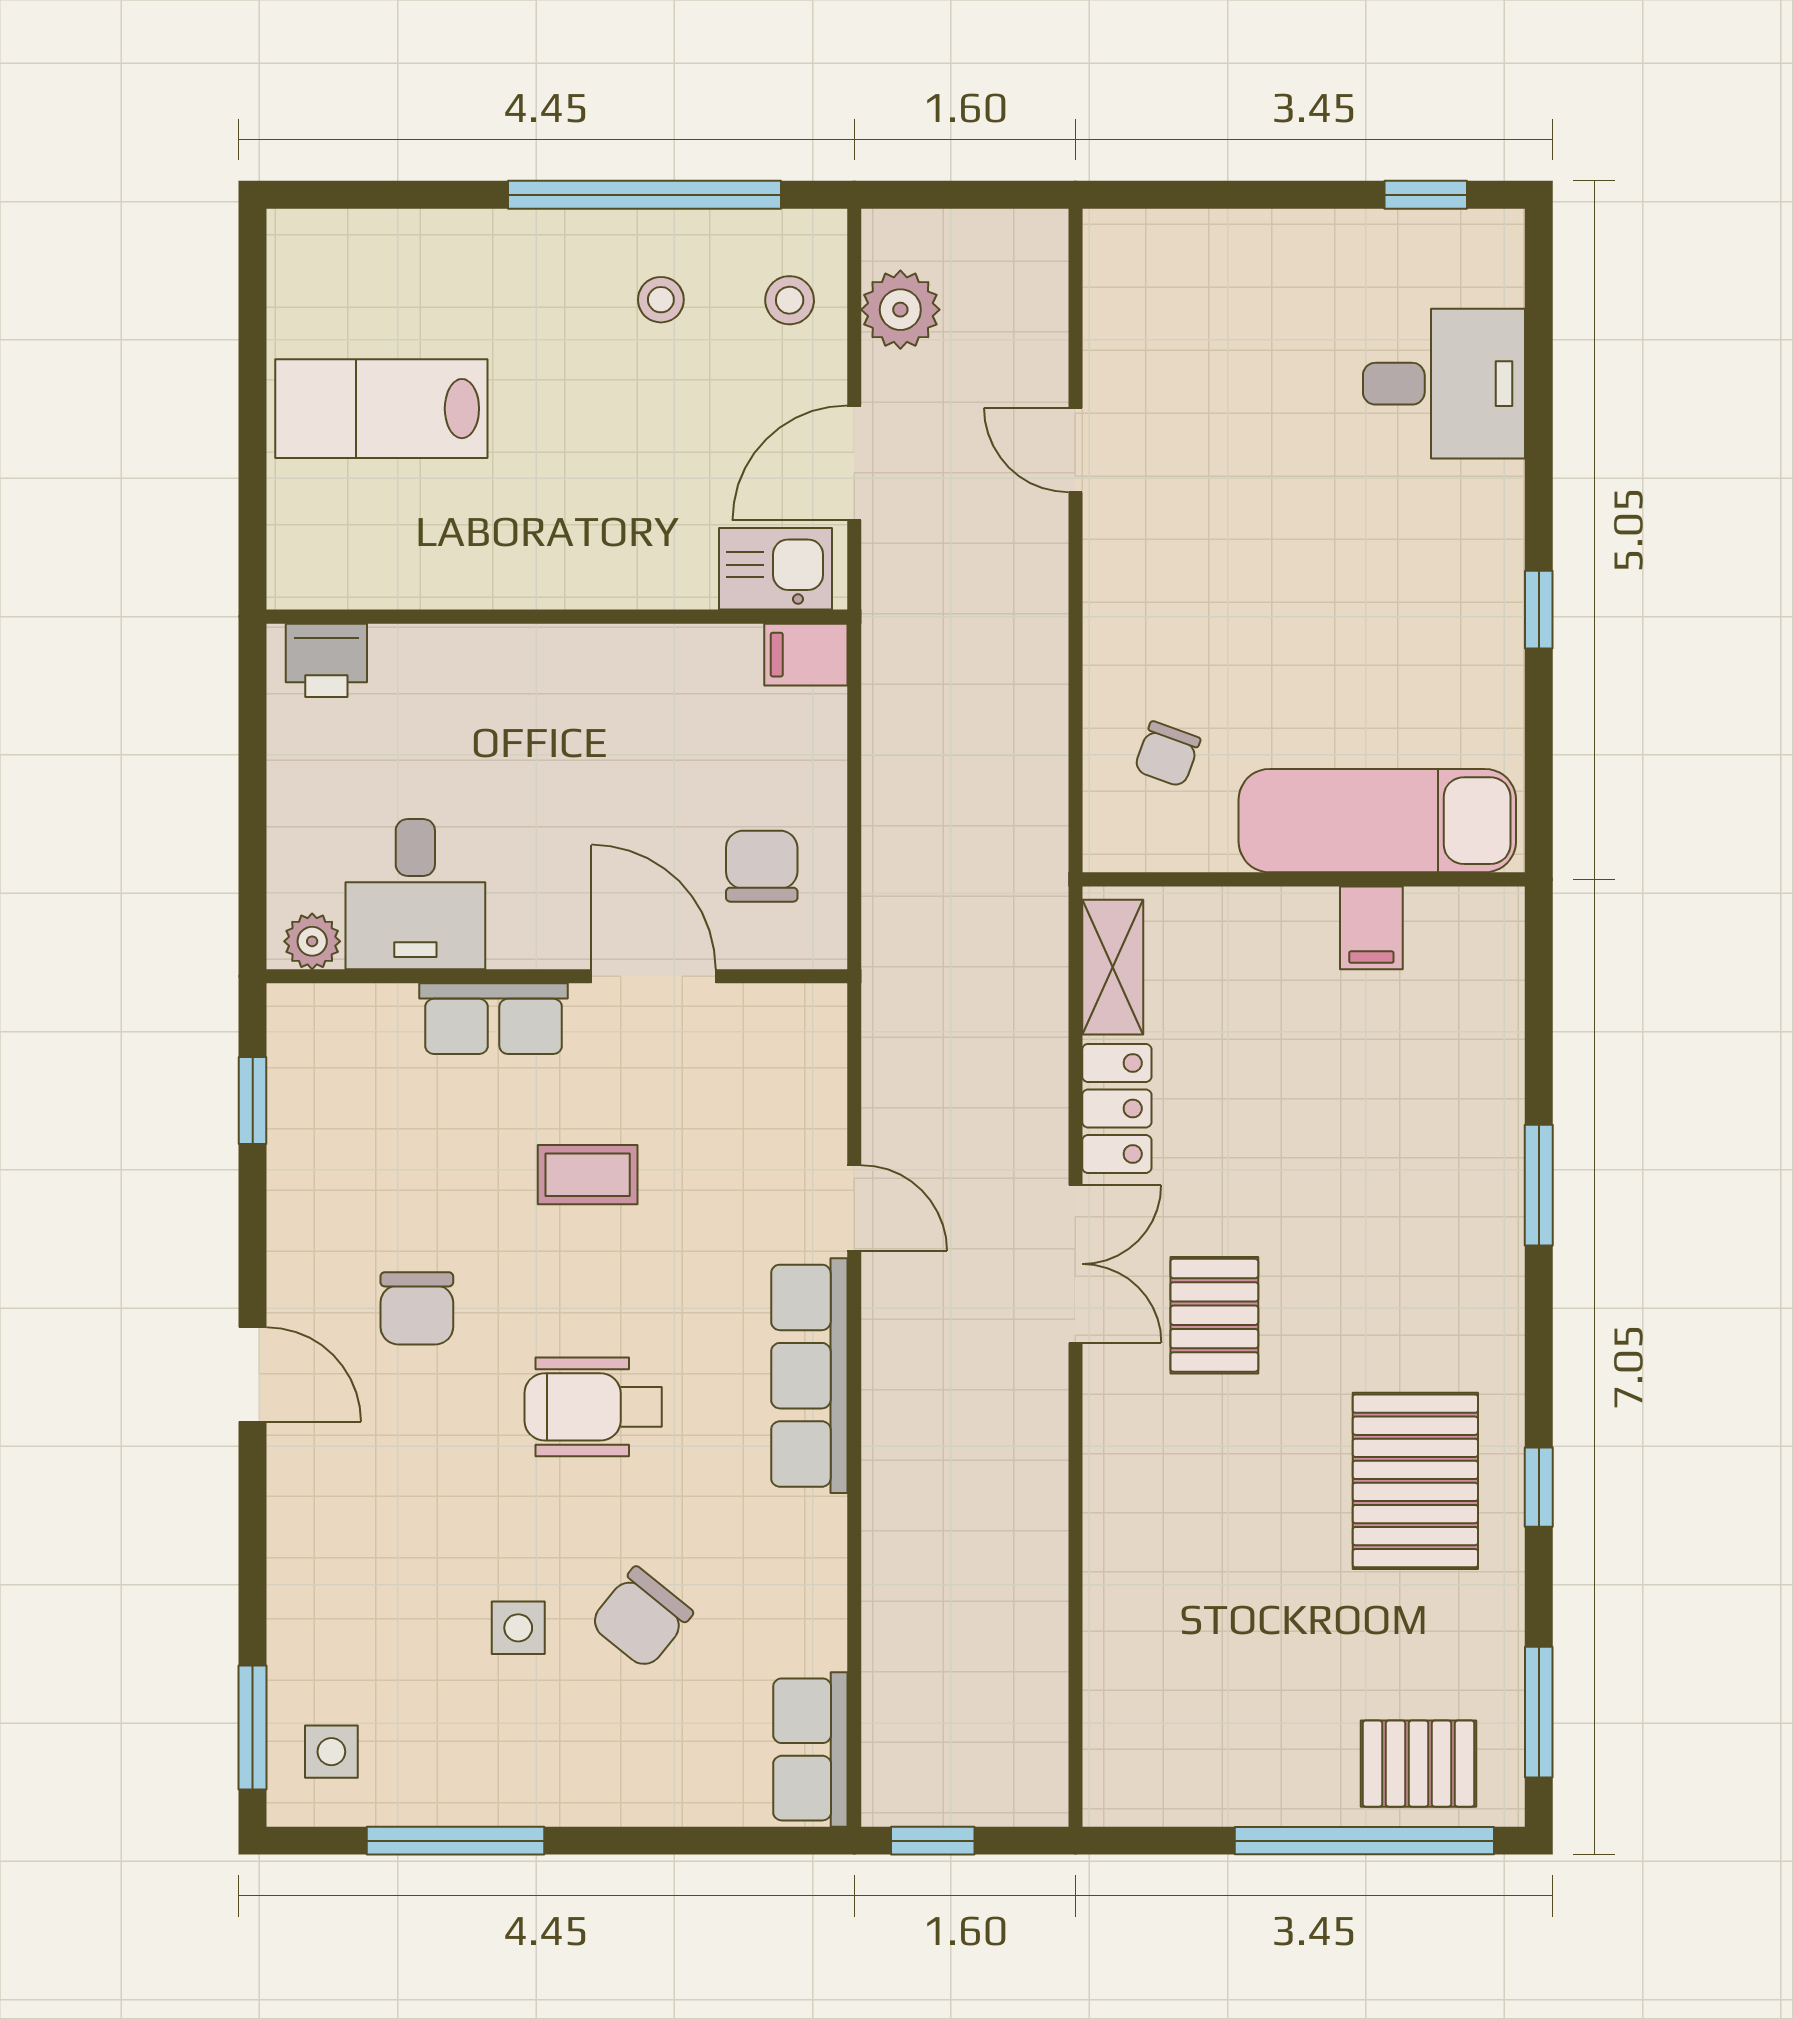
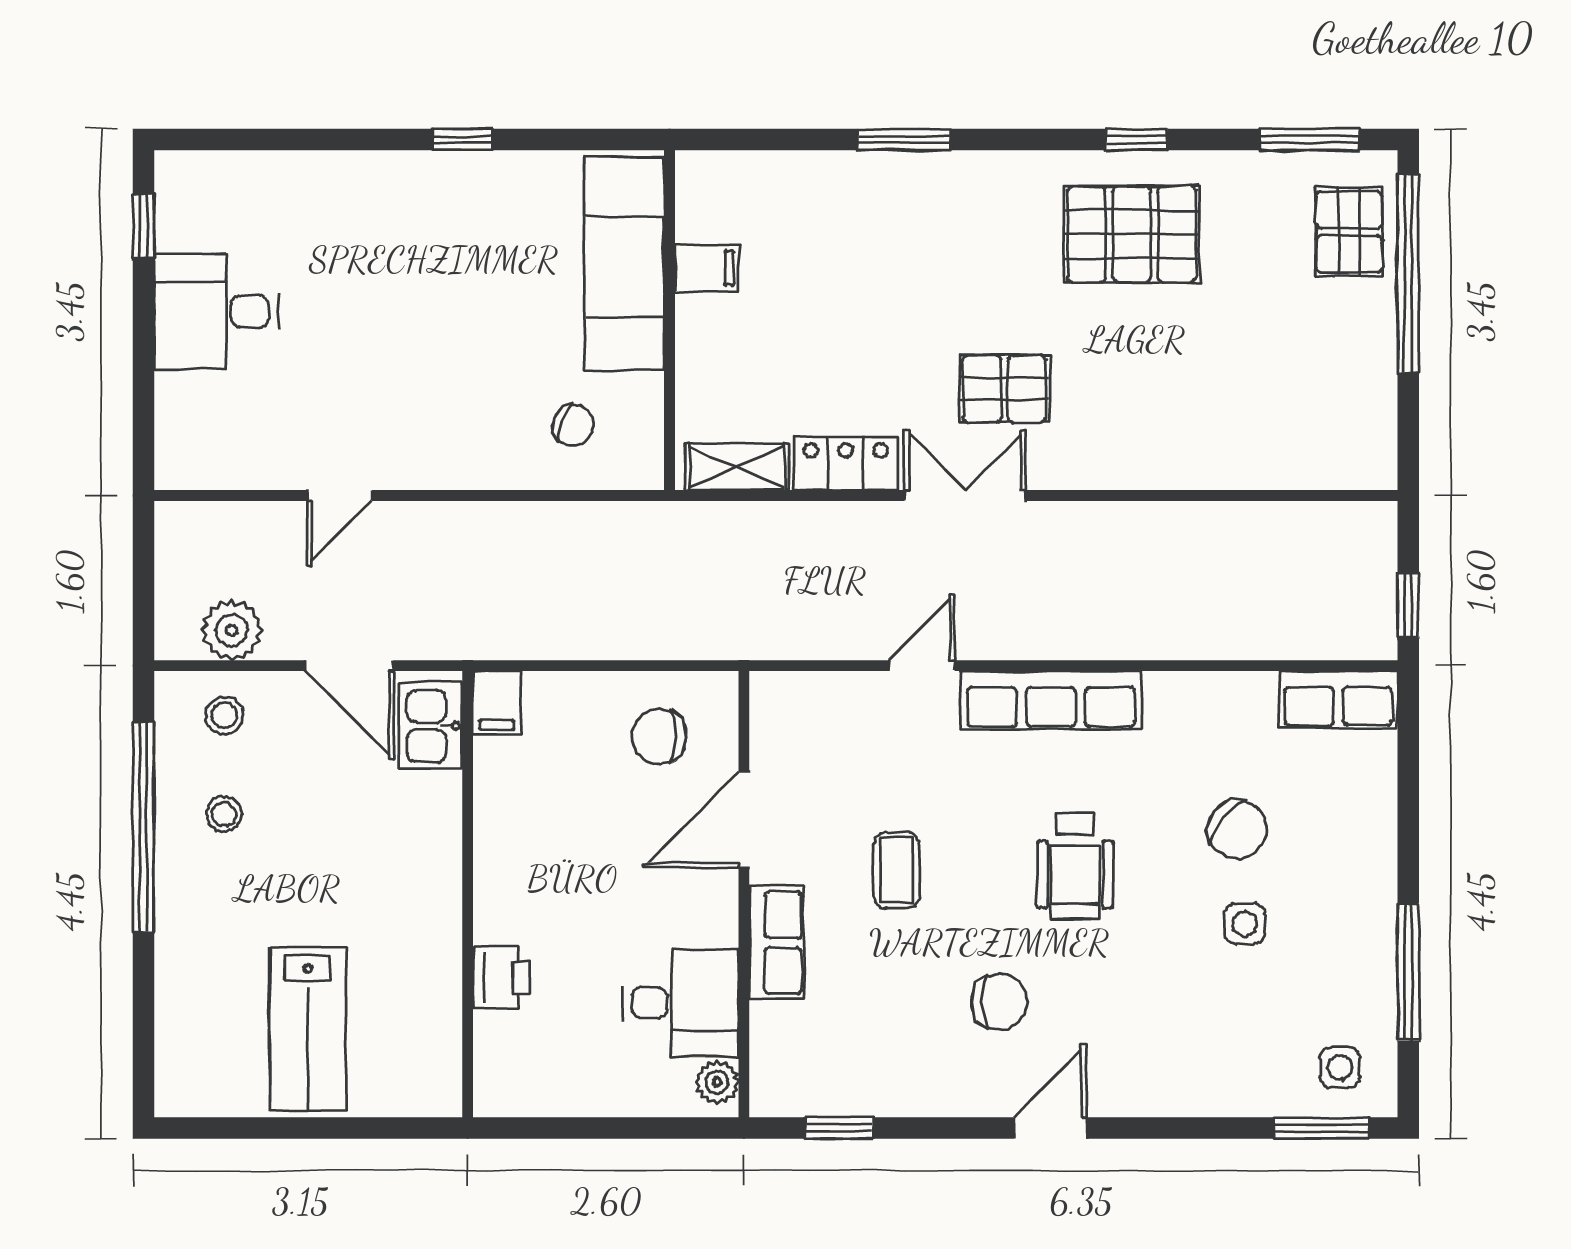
desk: (1444, 384) -> (216, 311), moved, turned -90
printer: (326, 660) -> (501, 977), moved

